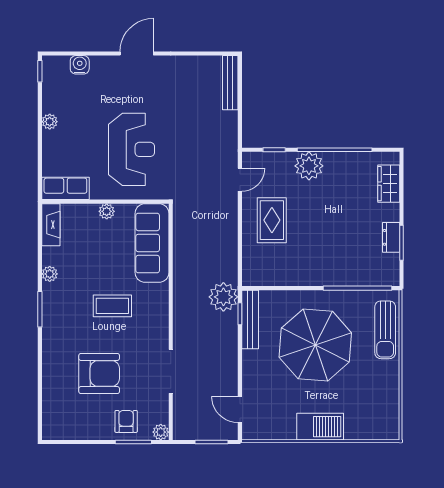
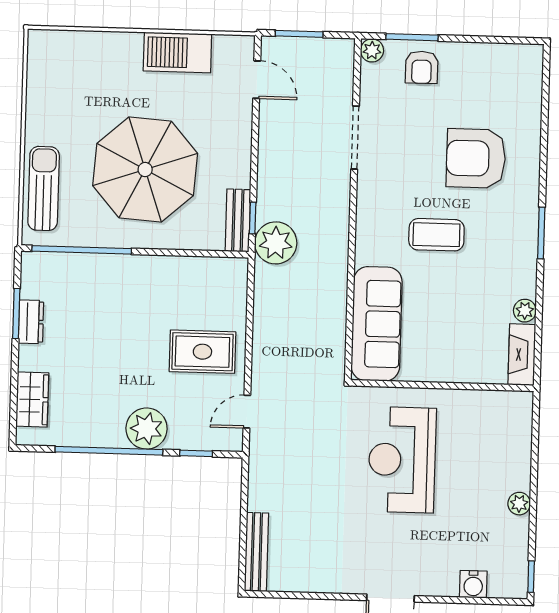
row of seats: (65, 188) -> (499, 406), removed
plant: (107, 211) -> (441, 371), removed
rug: (272, 220) -> (202, 352), turned 90
plant: (50, 274) -> (525, 311), moved
bench: (250, 319) -> (238, 220), width x0.73
armchair: (99, 374) -> (476, 158), moved
barbecue: (320, 427) -> (177, 52), moved

